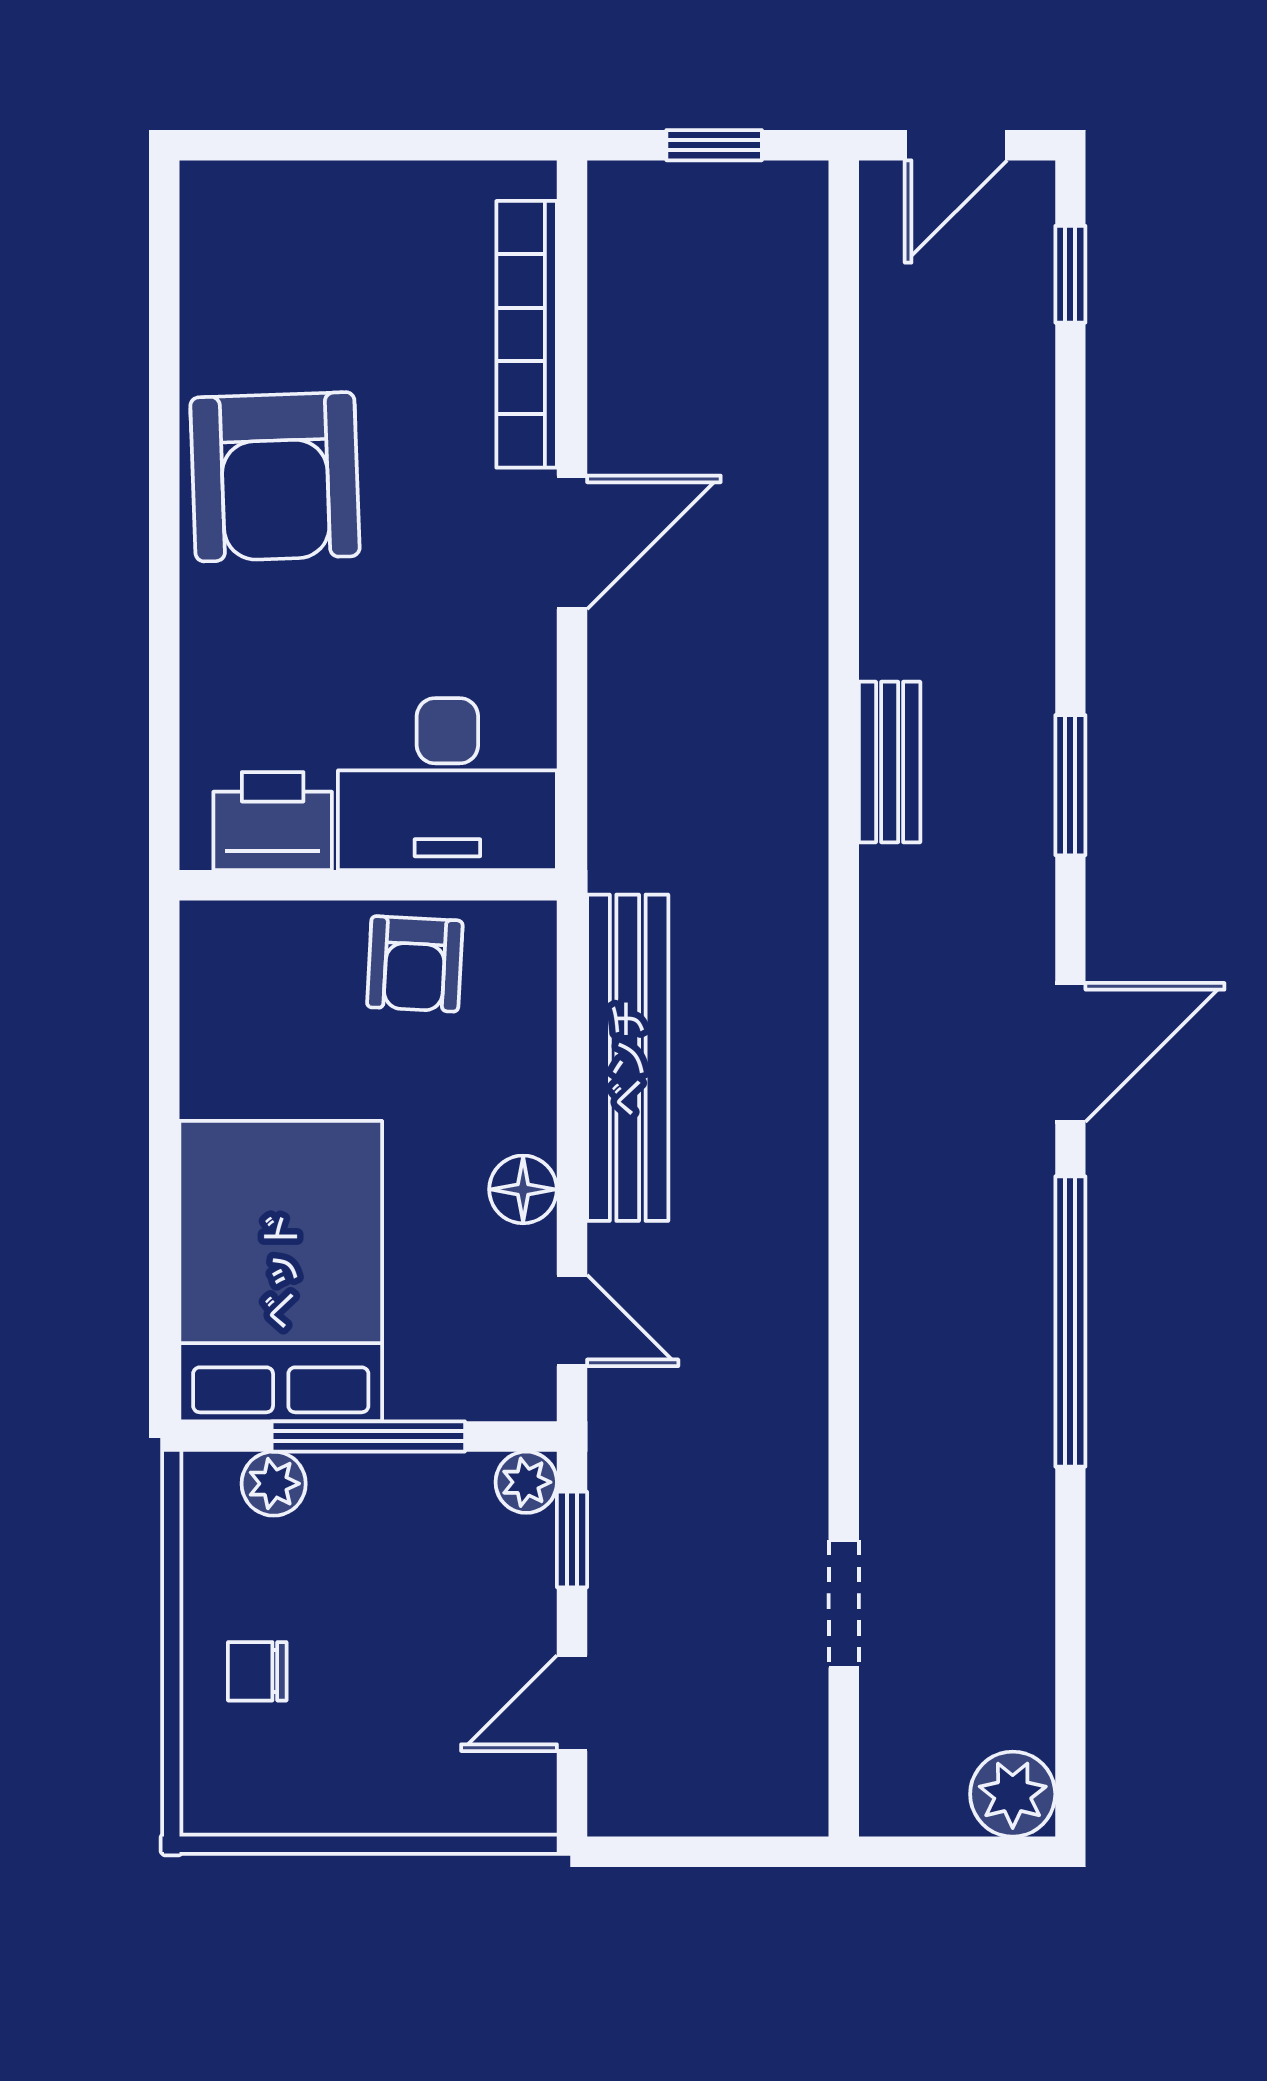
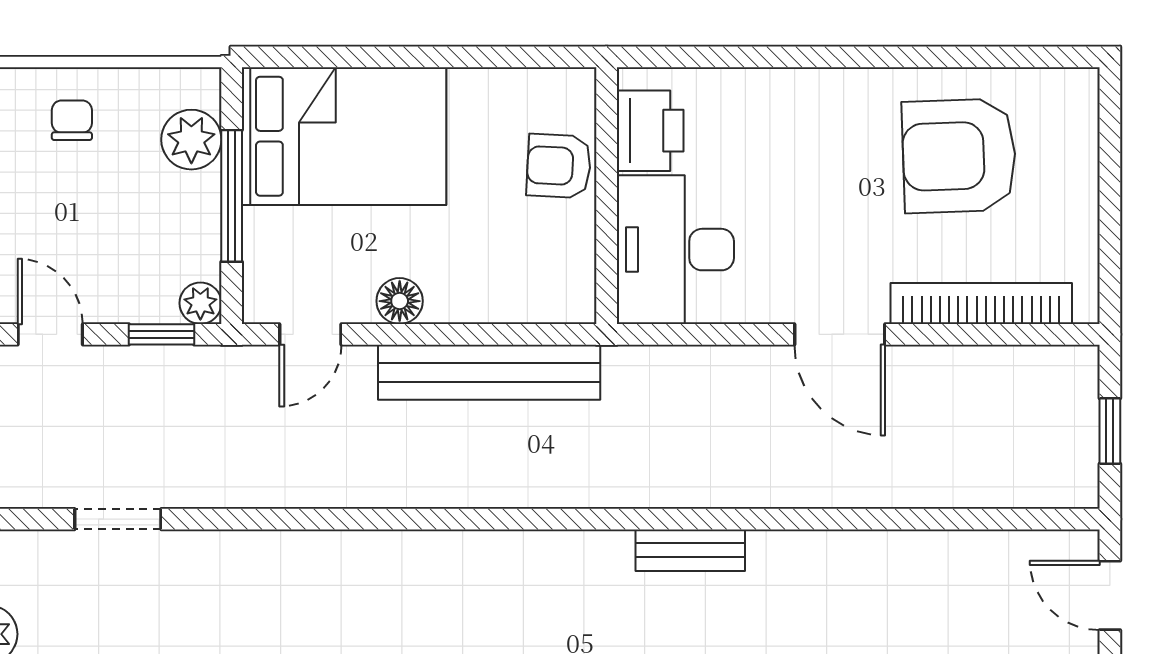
armchair: (275, 477) -> (959, 156), moved
armchair: (415, 964) -> (559, 166), moved
plant: (274, 1484) -> (191, 140), width x1.38, depth x1.38

